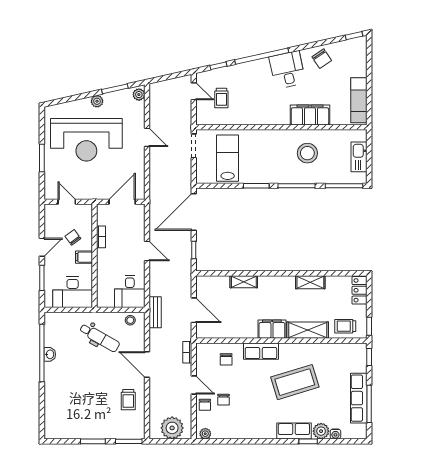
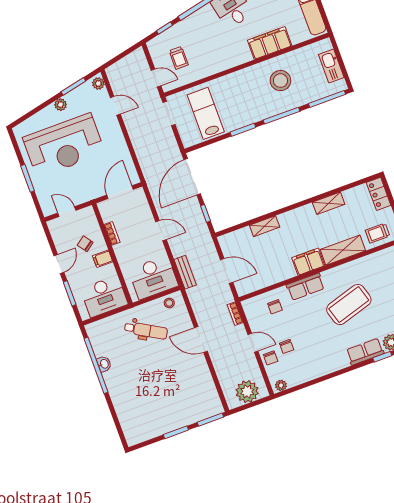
door: (194, 91) -> (156, 78), moved
door: (147, 137) -> (115, 106), moved
desk: (130, 291) -> (153, 277), width x1.37
bench: (155, 312) -> (185, 272), moved
trolley: (128, 400) -> (195, 380), removed

